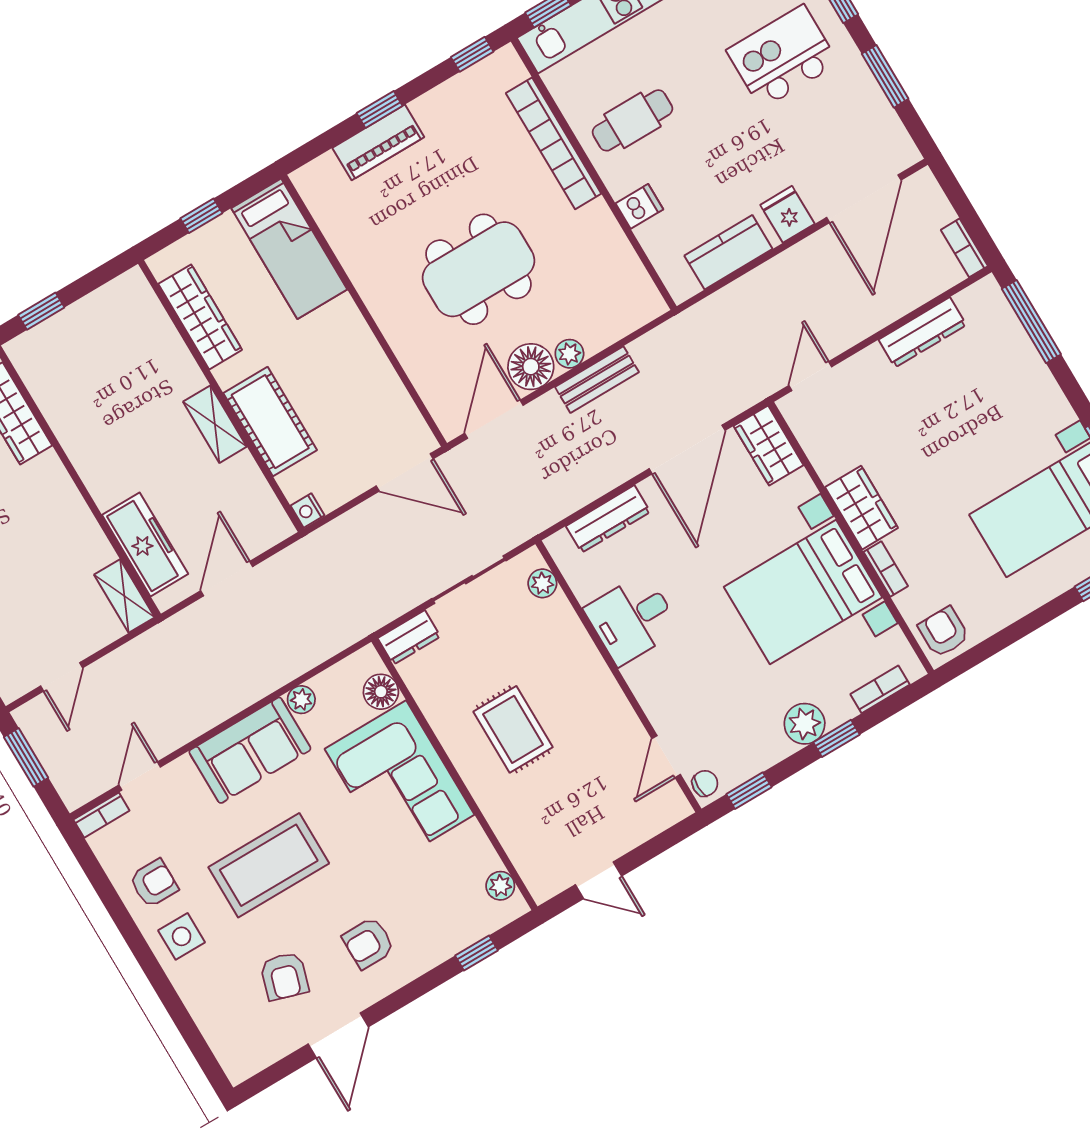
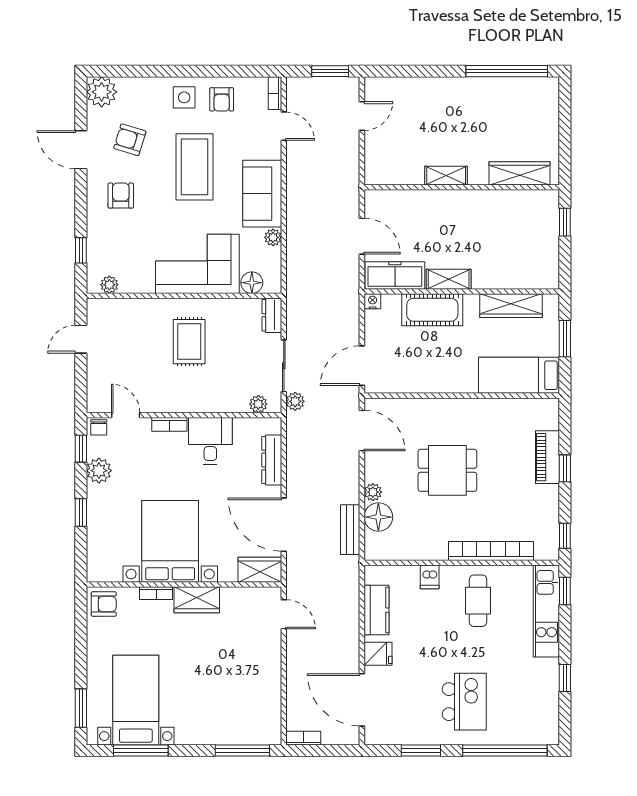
window: (201, 216) -> (565, 339), width x1.50
dining table: (478, 269) -> (447, 470), width x0.73
dresser: (922, 332) -> (271, 689), removed
floor lamp: (531, 367) -> (378, 517), moved
bench: (597, 380) -> (350, 530), moved
plant: (508, 535) -> (295, 401), added
freezer: (145, 544) -> (395, 275), moved, turned 180
shelving: (124, 596) -> (446, 176), moved
door: (62, 677) -> (362, 116), swing flipped
bookcase: (880, 689) -> (169, 424), moved, turned 90
plant: (805, 724) -> (99, 471), moved
rug: (513, 729) -> (189, 342), turned 90
plant: (242, 1054) -> (102, 92), added

